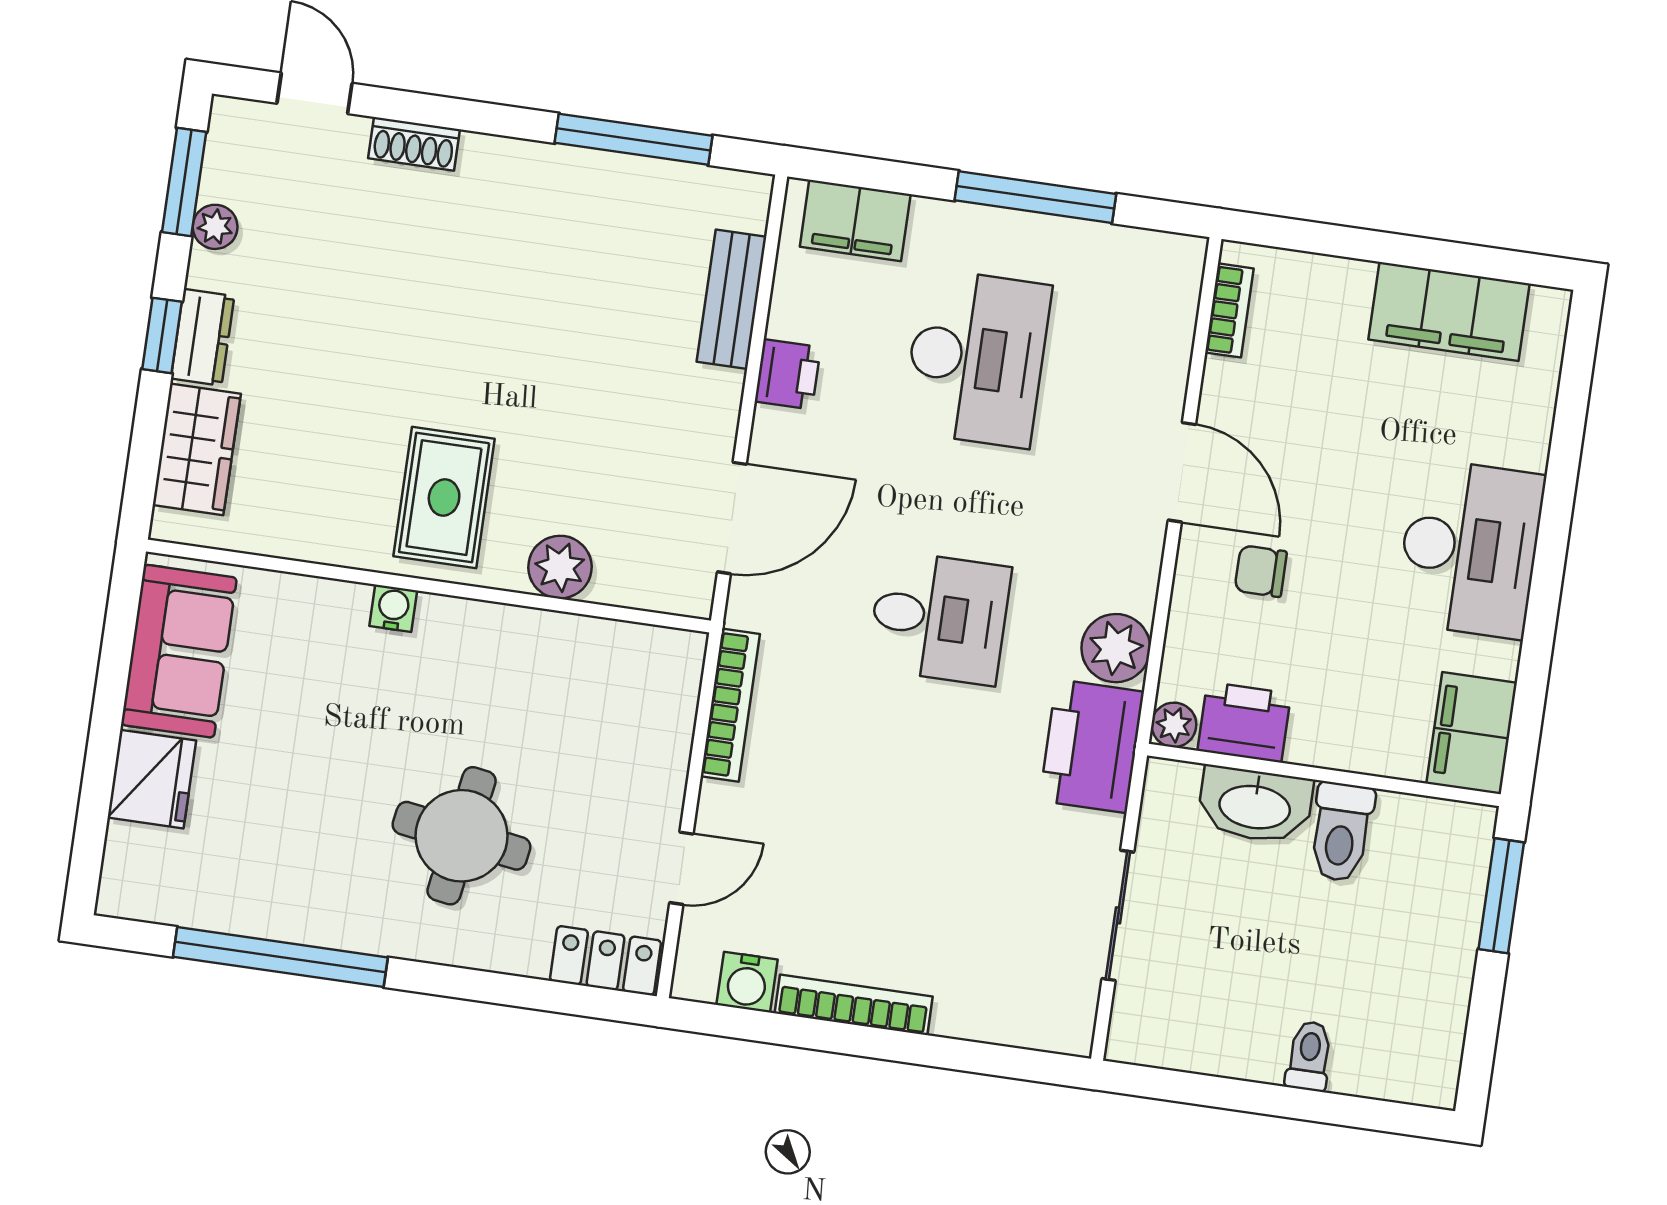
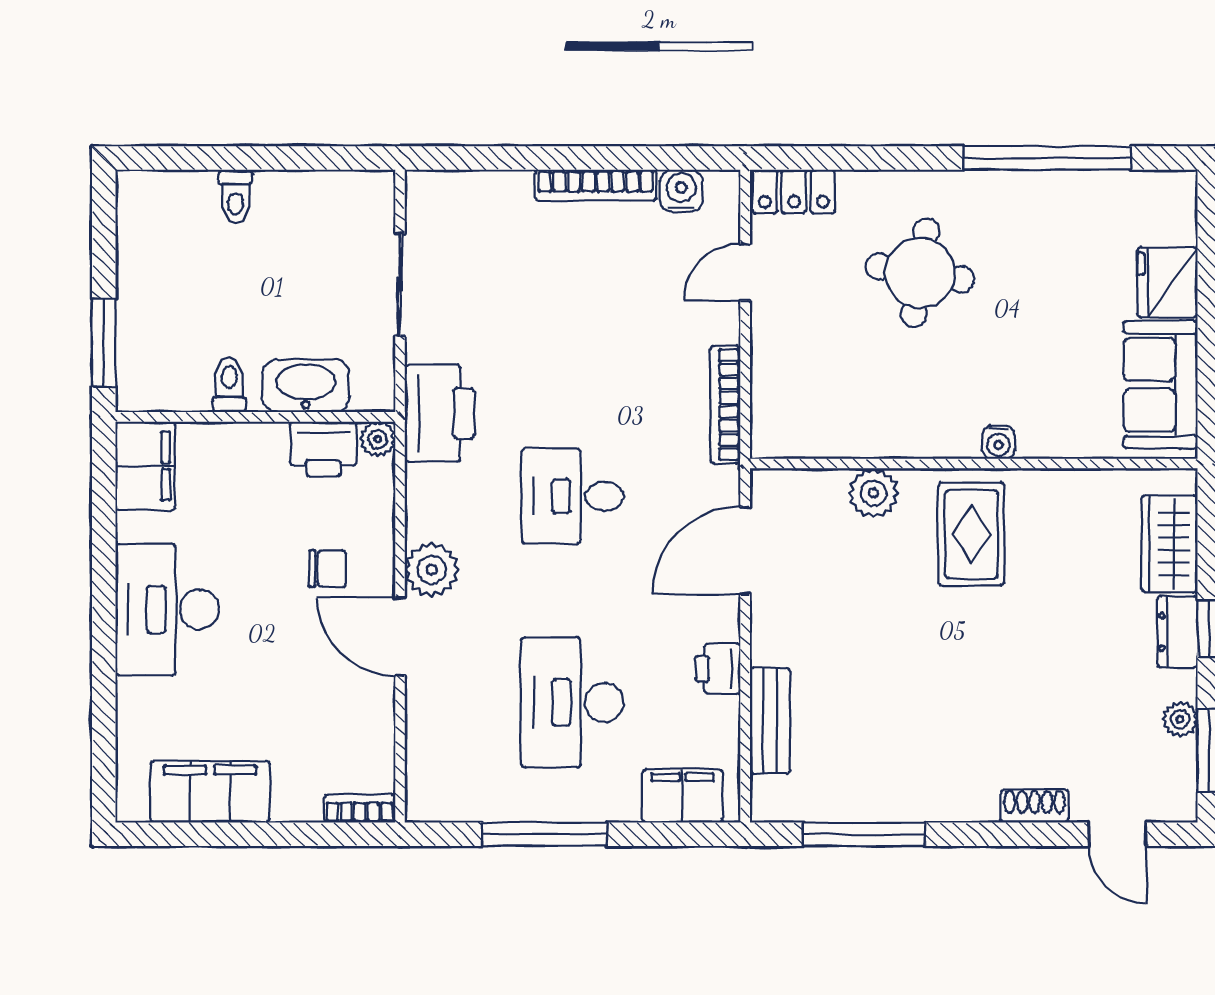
bookcase: (1229, 310) -> (360, 808), moved, turned 90
plant: (1116, 648) -> (432, 570), moved
toilet: (1341, 832) -> (229, 385), width x0.73, depth x0.72

